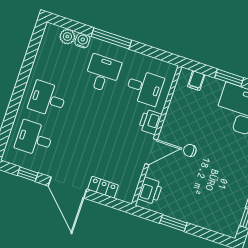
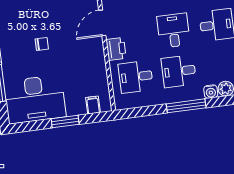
desk: (103, 73) -> (179, 71), turned 90
desk: (89, 113) -> (174, 31), added
chair: (190, 150) -> (42, 44), moved

